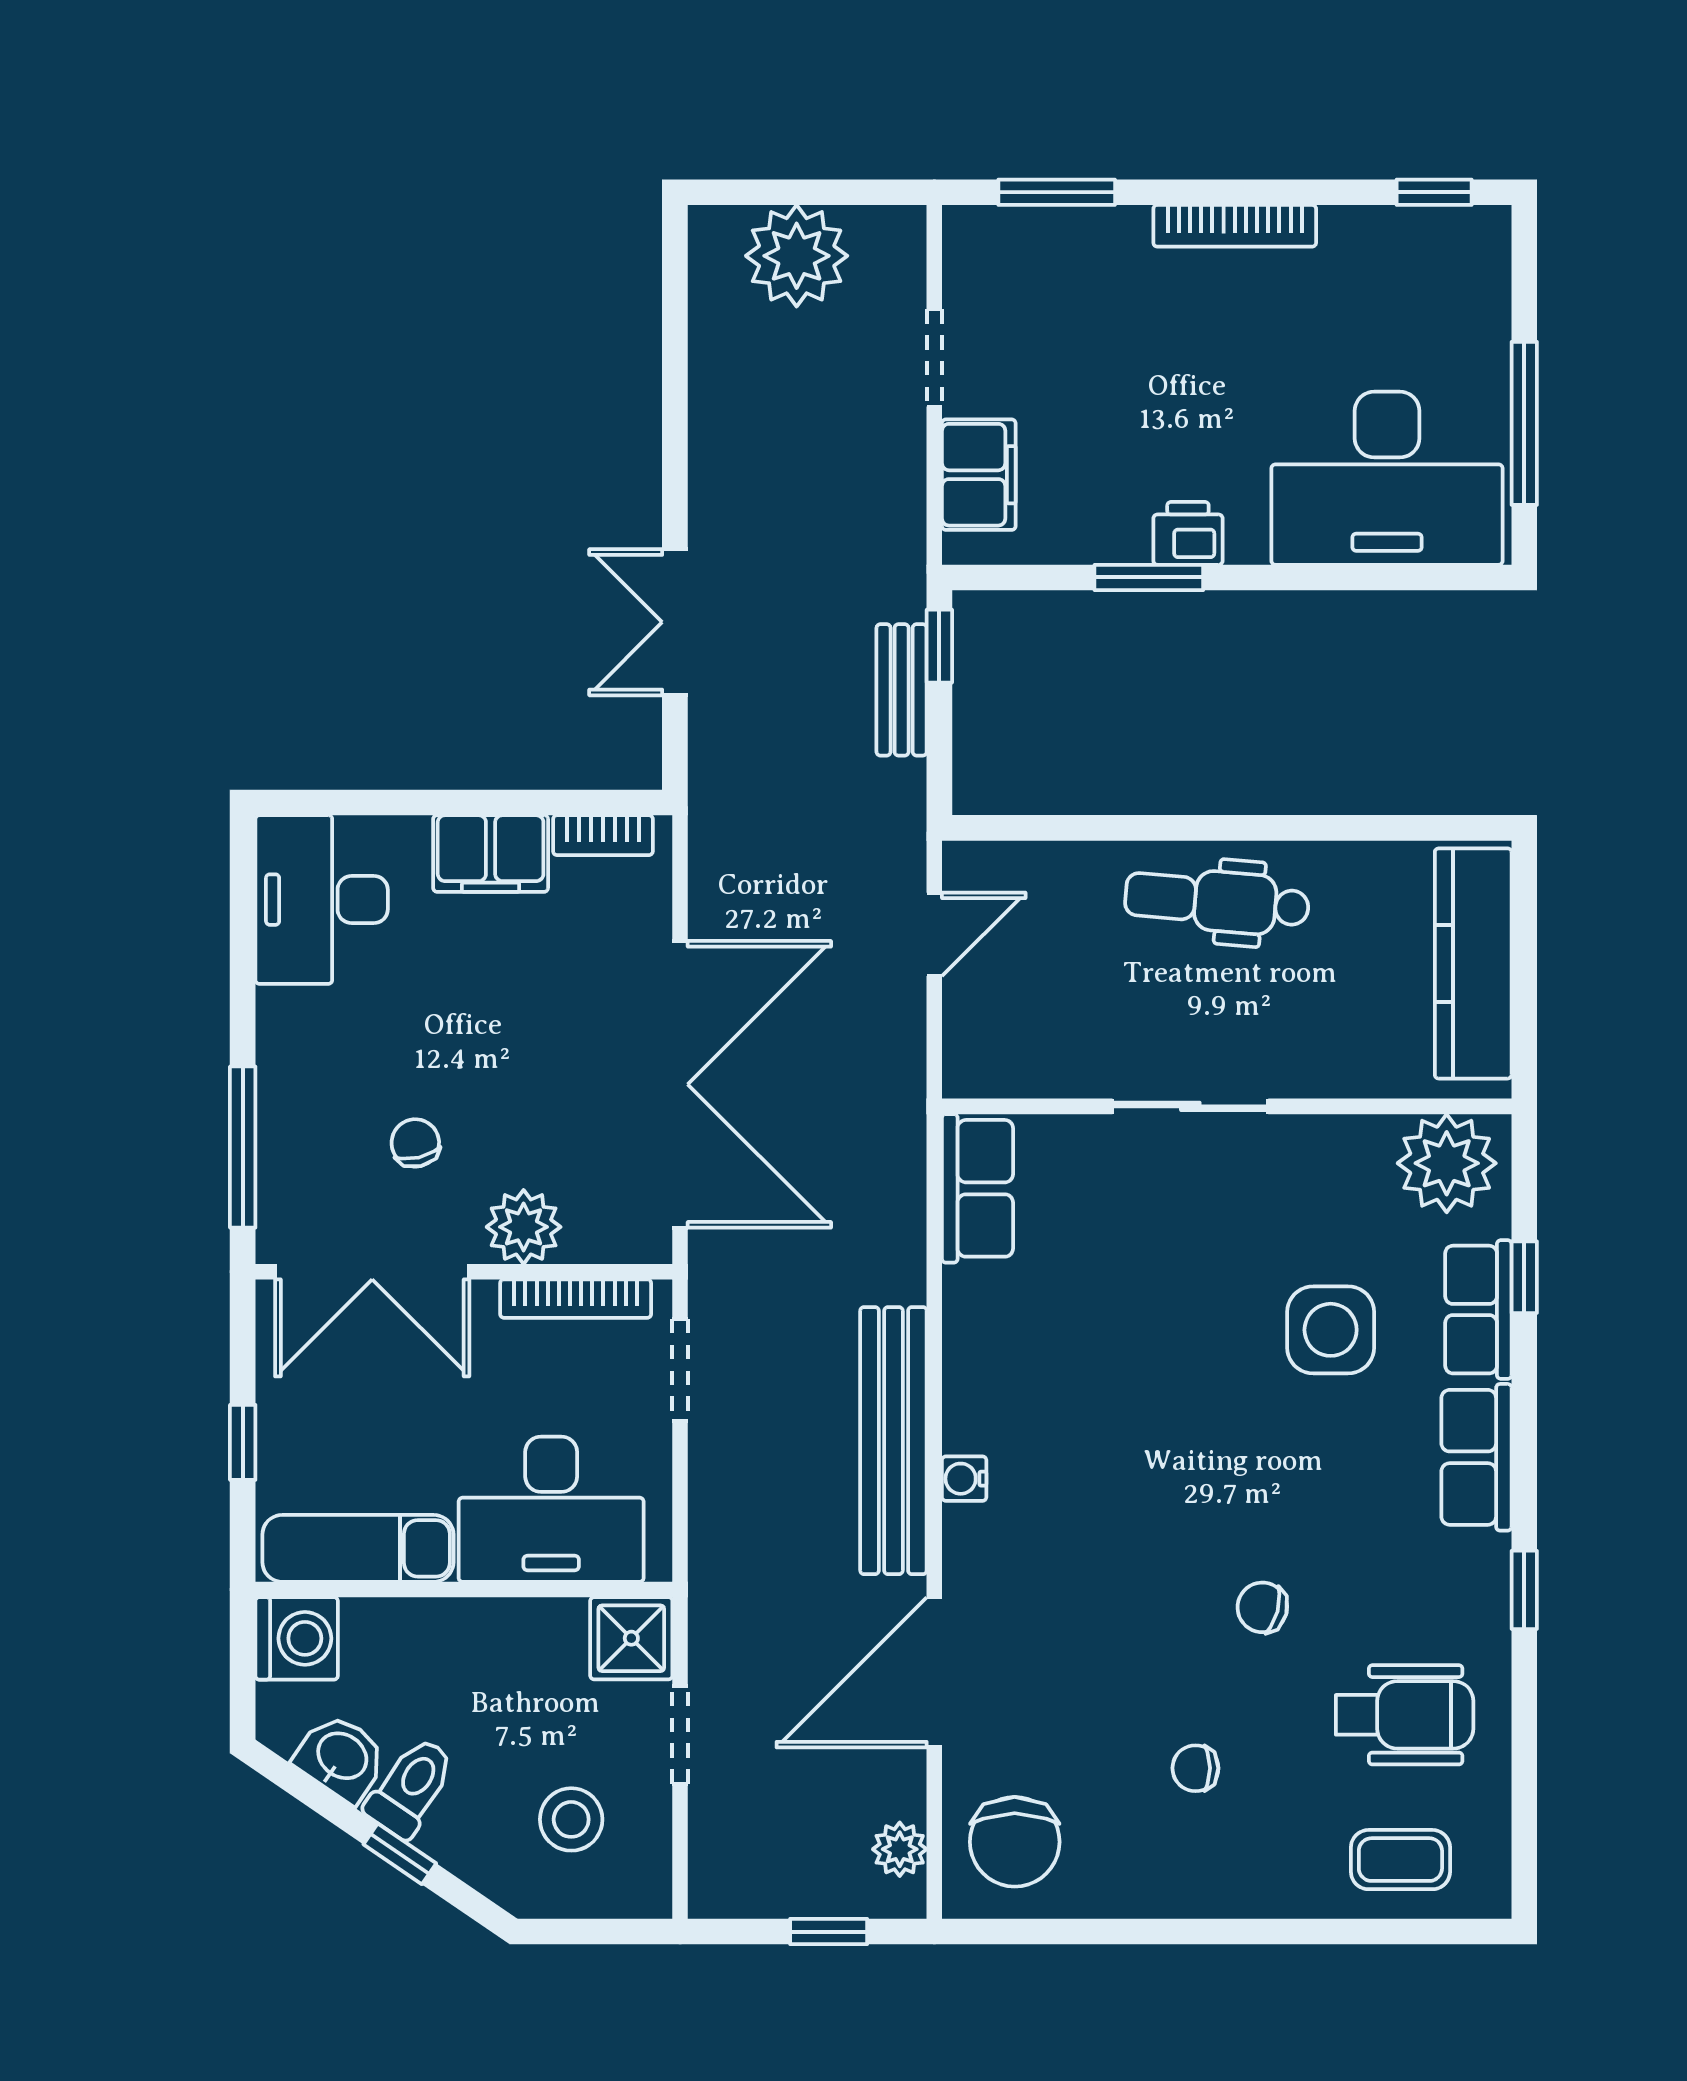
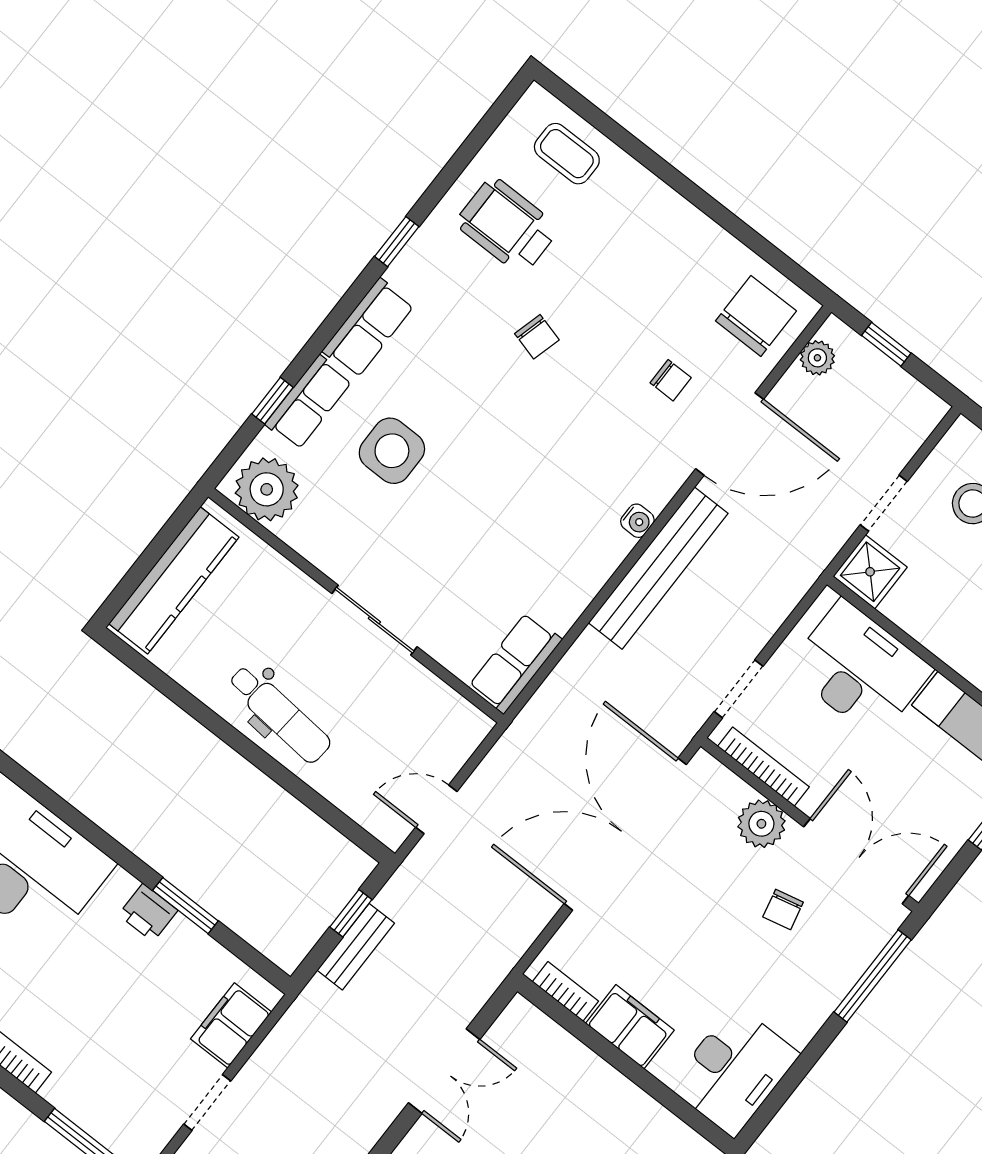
window: (939, 646) -> (351, 913), moved
chair: (1195, 1768) -> (671, 380), moved

